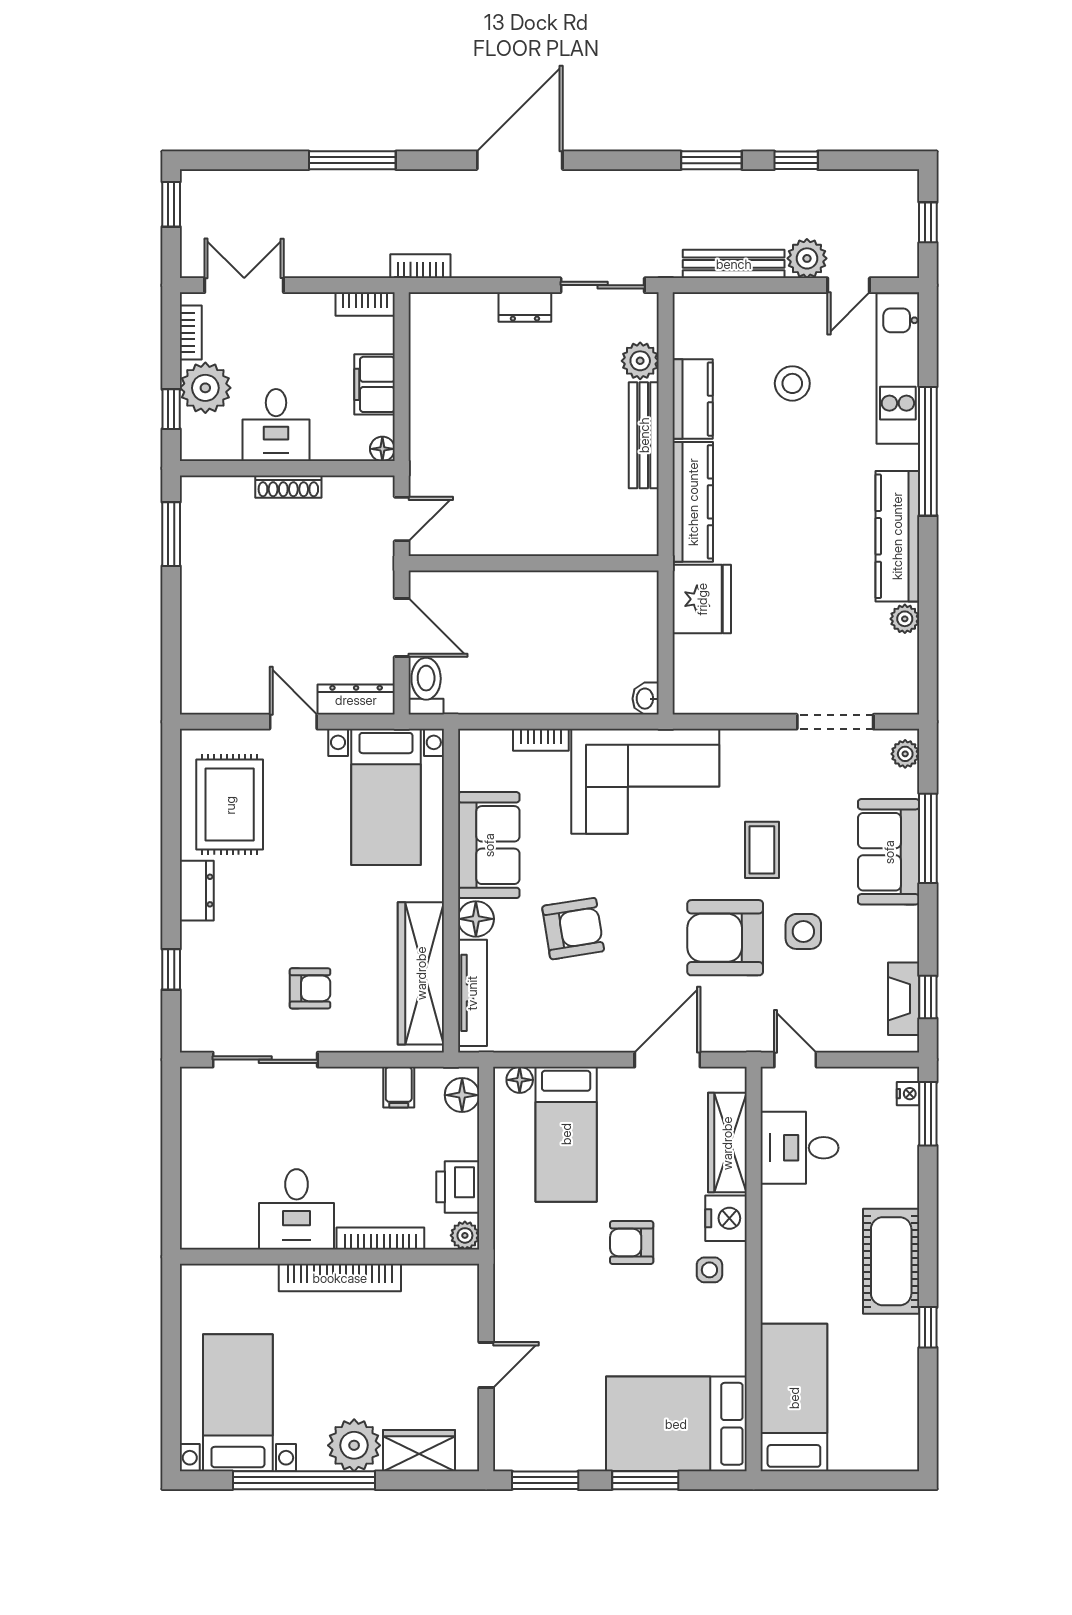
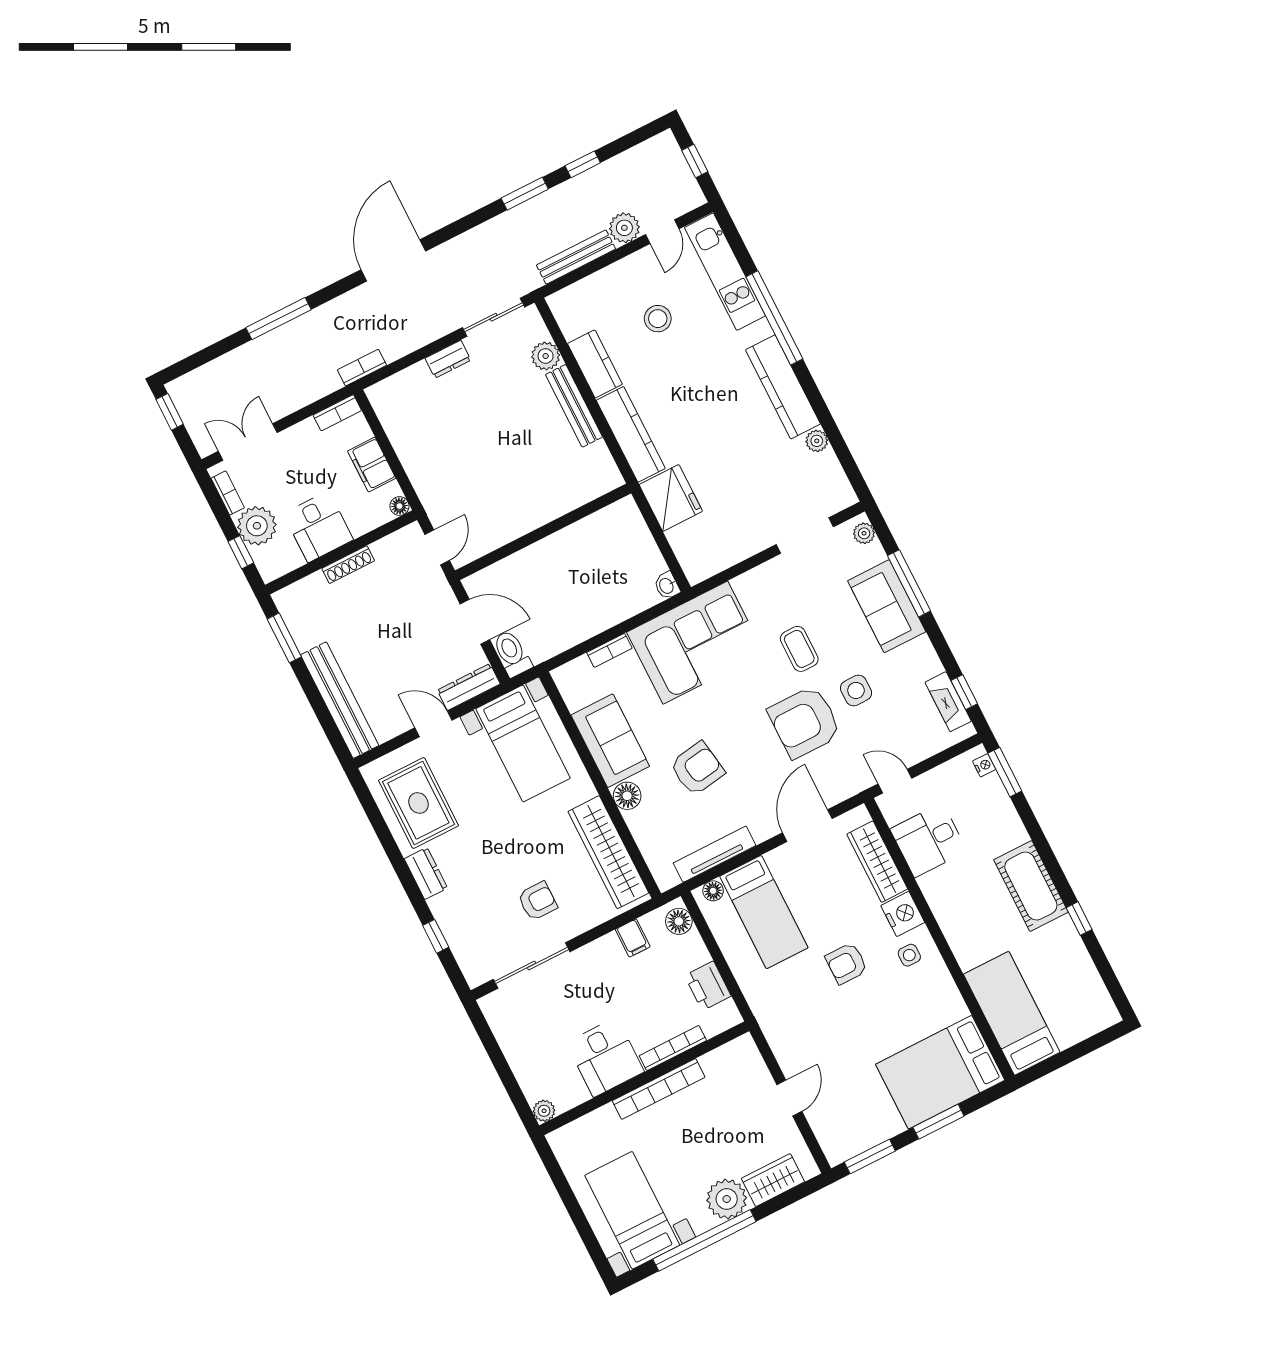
bench: (199, 639) -> (340, 700), added
tv unit: (472, 993) -> (714, 854), moved, turned -90
plant: (465, 1235) -> (544, 1111), moved

